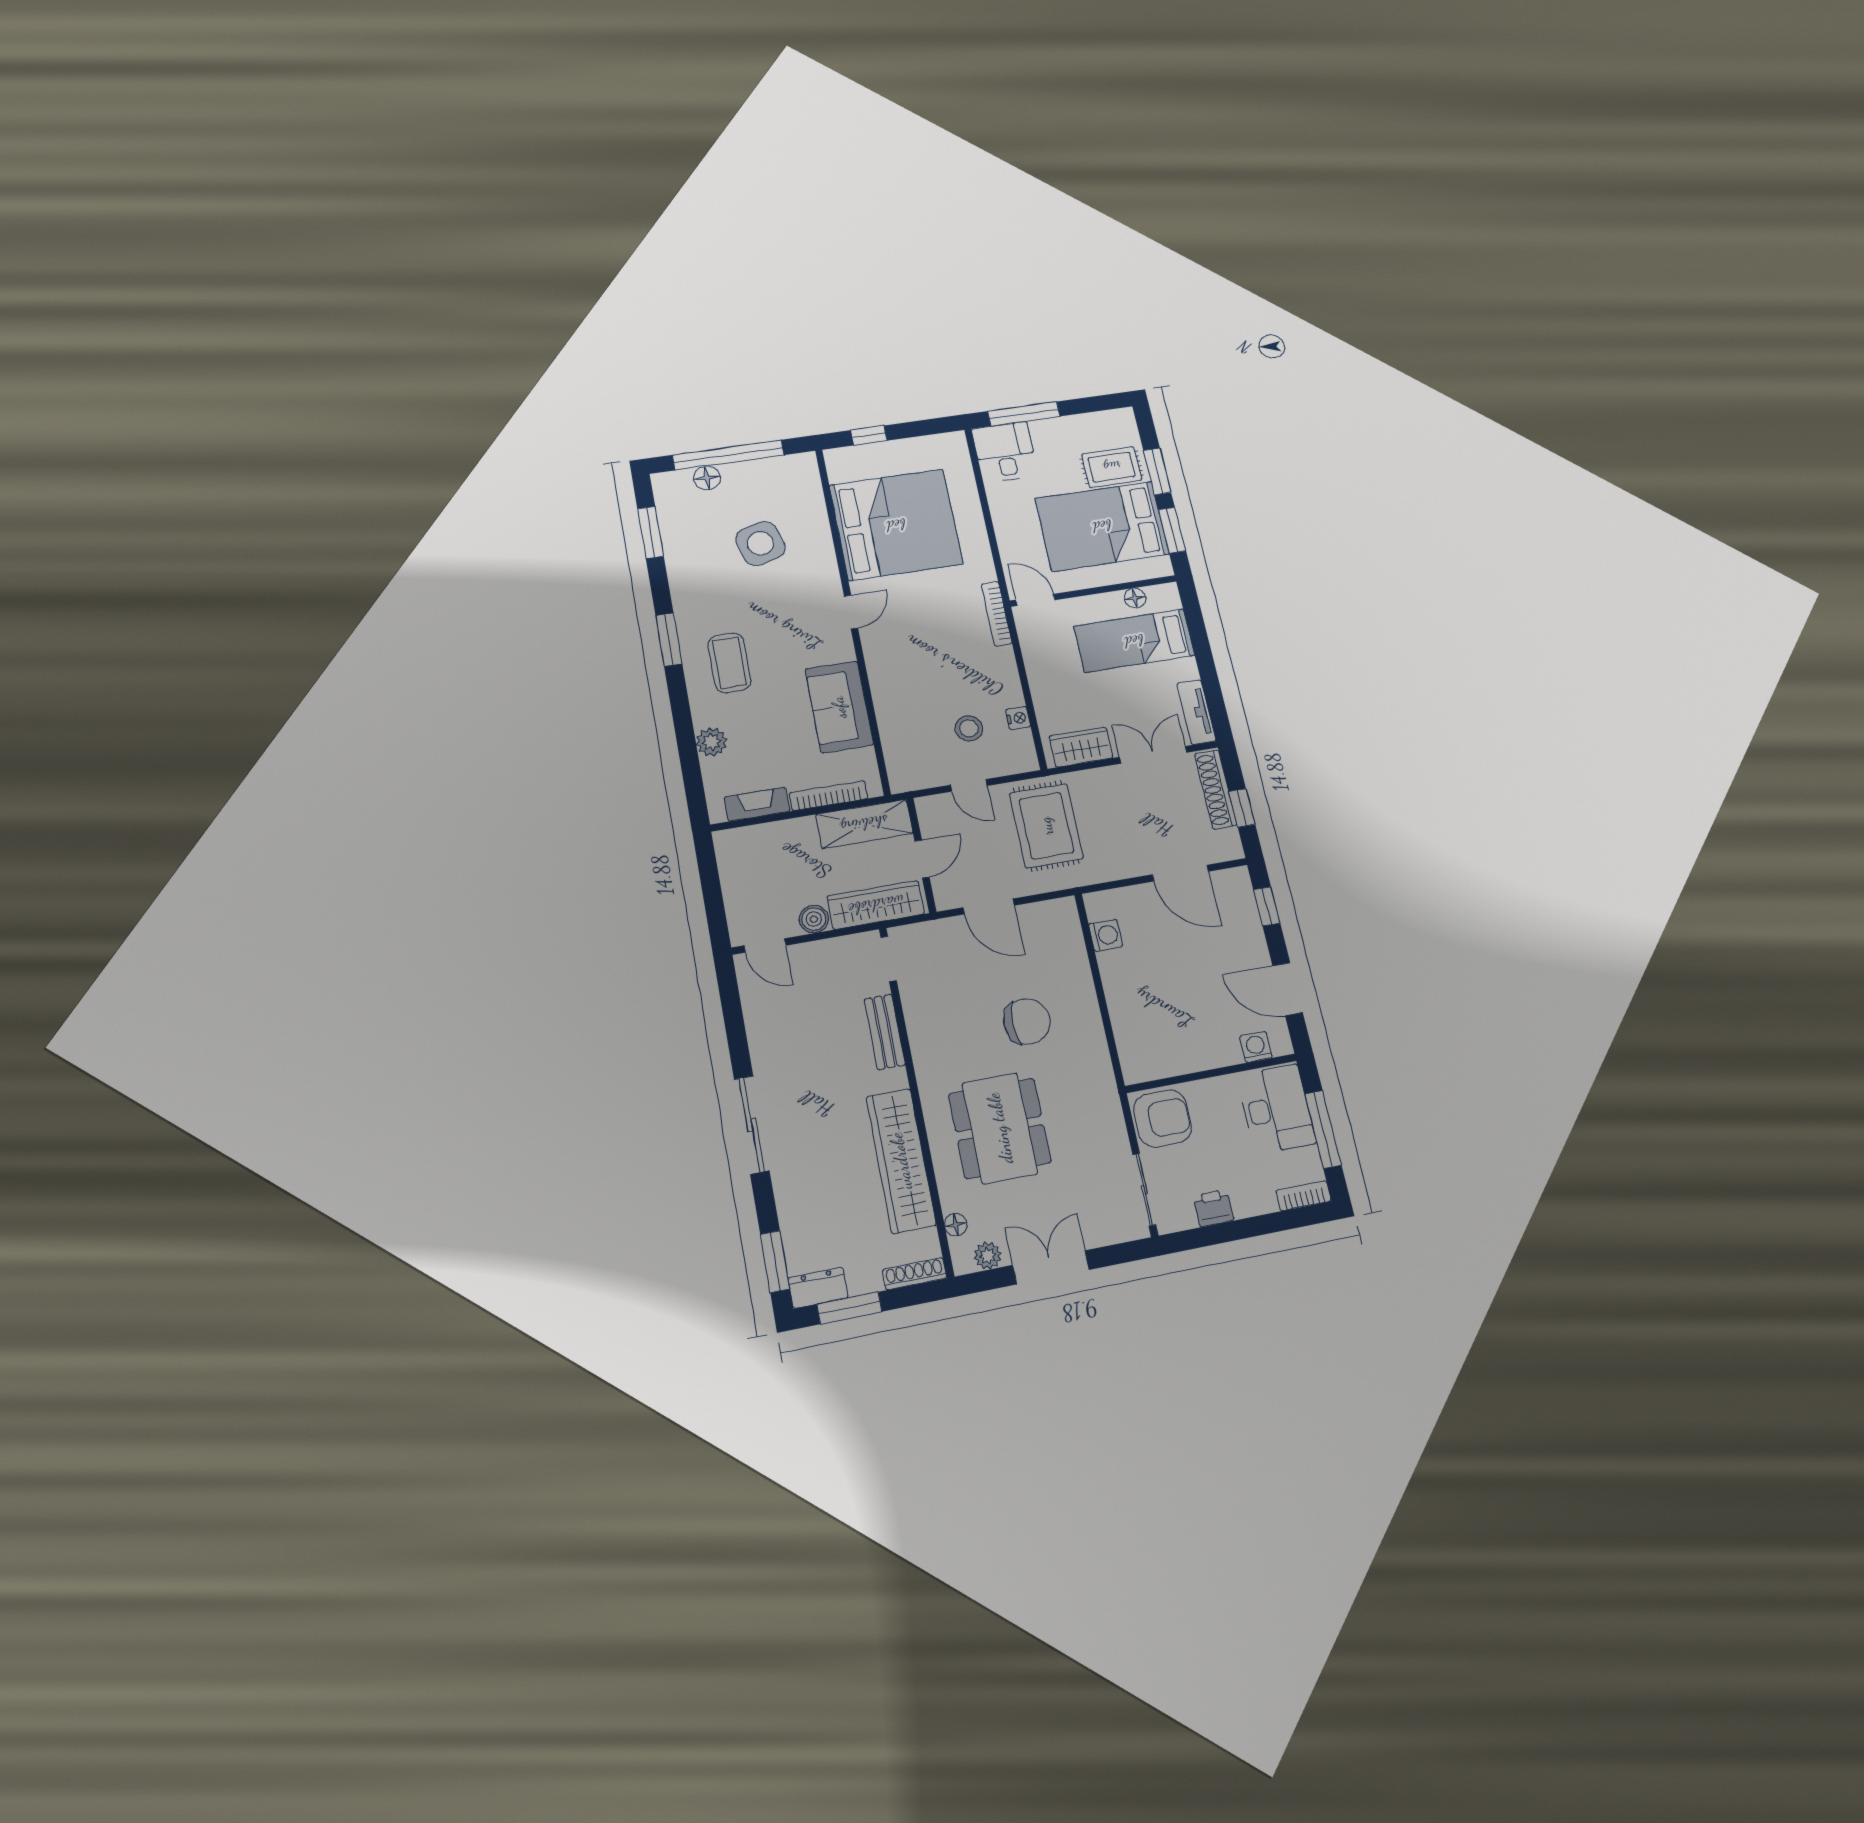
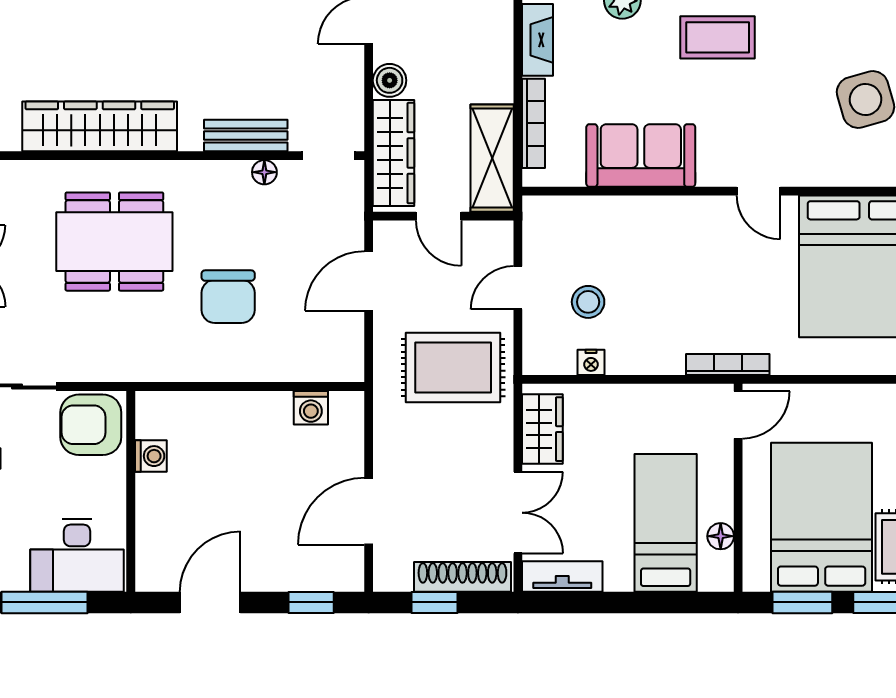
washing machine: (1256, 1047) -> (151, 456), moved
armchair: (1163, 1119) -> (91, 425), turned 90
floor lamp: (956, 1225) -> (264, 172), moved

